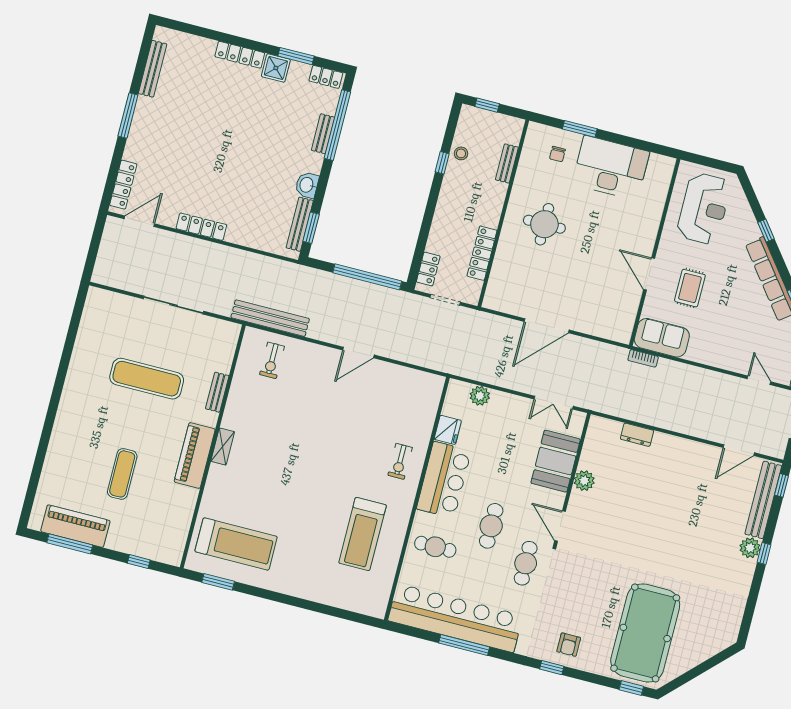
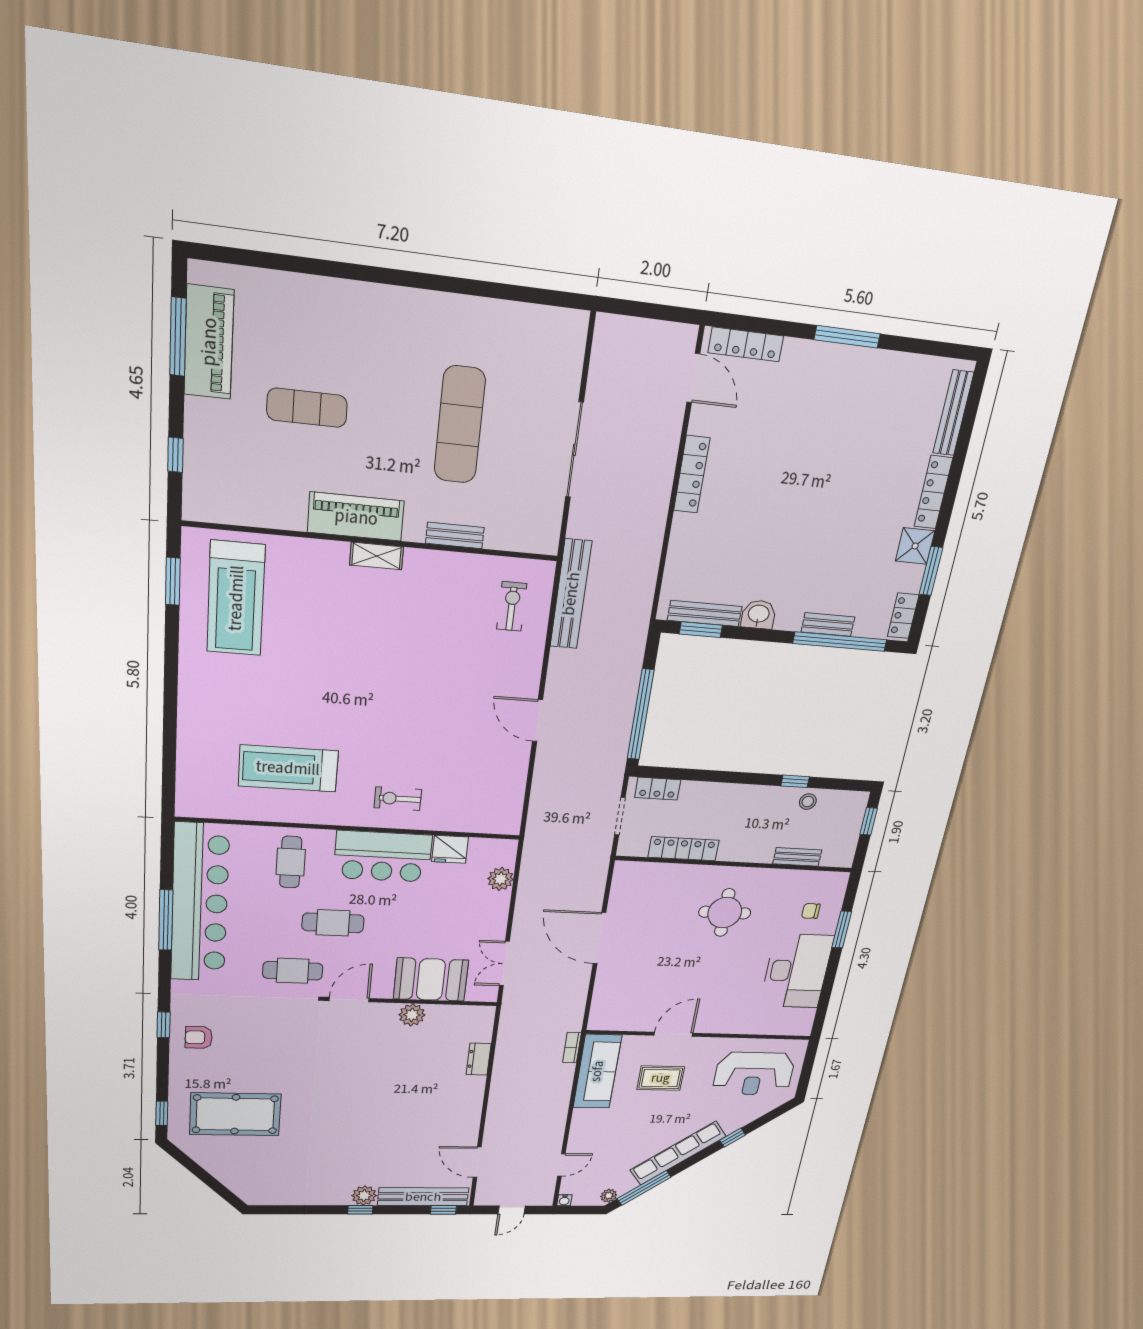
bench: (153, 69) -> (953, 413), moved, turned 90
sofa: (662, 338) -> (597, 1071), width x1.36
exercise bike: (272, 360) -> (512, 606), turned 90
pool table: (645, 633) -> (235, 1114), width x0.73, depth x0.76

